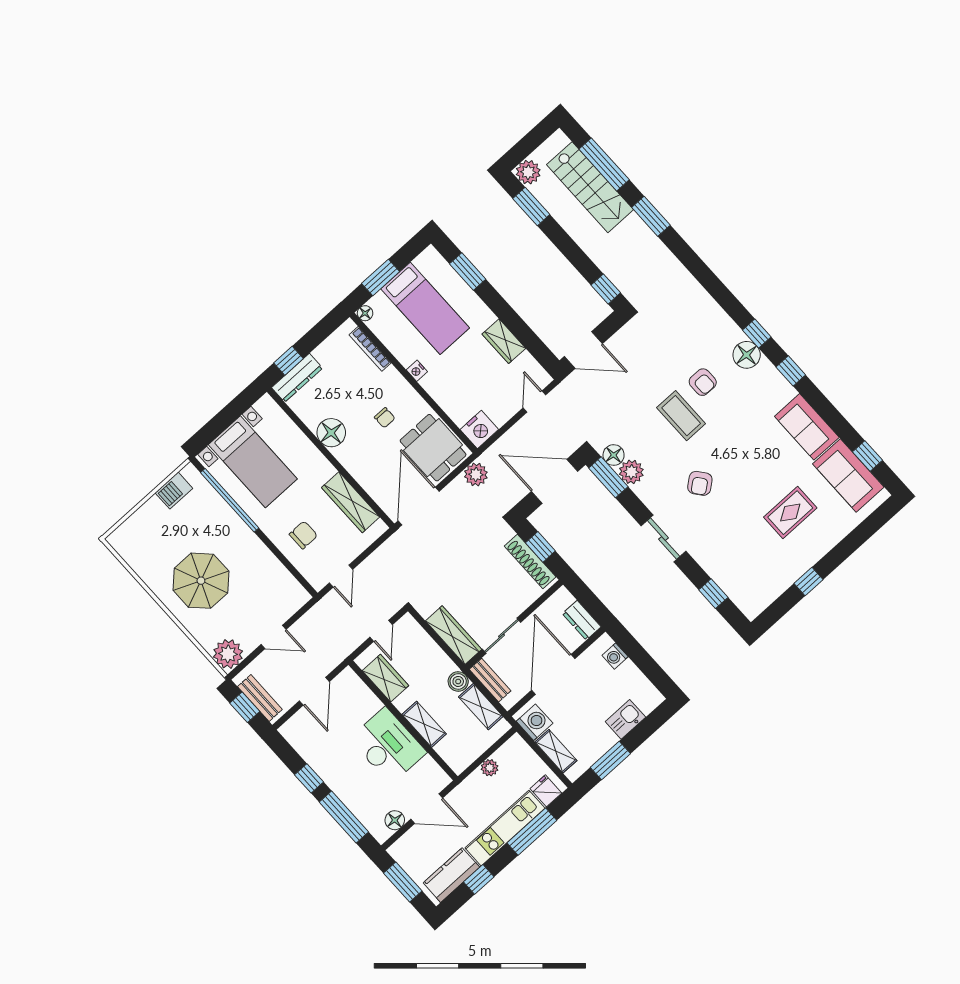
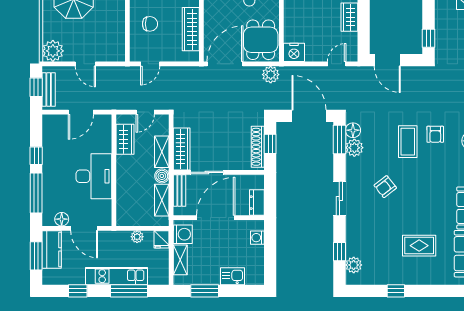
plant: (741, 594) -> (354, 265), added
shelving: (424, 724) -> (162, 152), moved
fridge: (546, 791) -> (162, 239), moved, turned 180
kitchen counter: (451, 875) -> (52, 249), moved, turned 90

